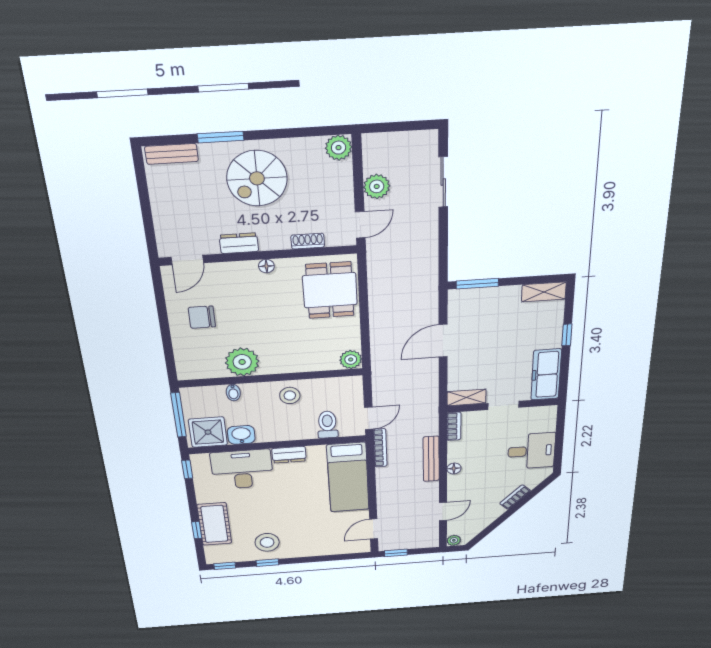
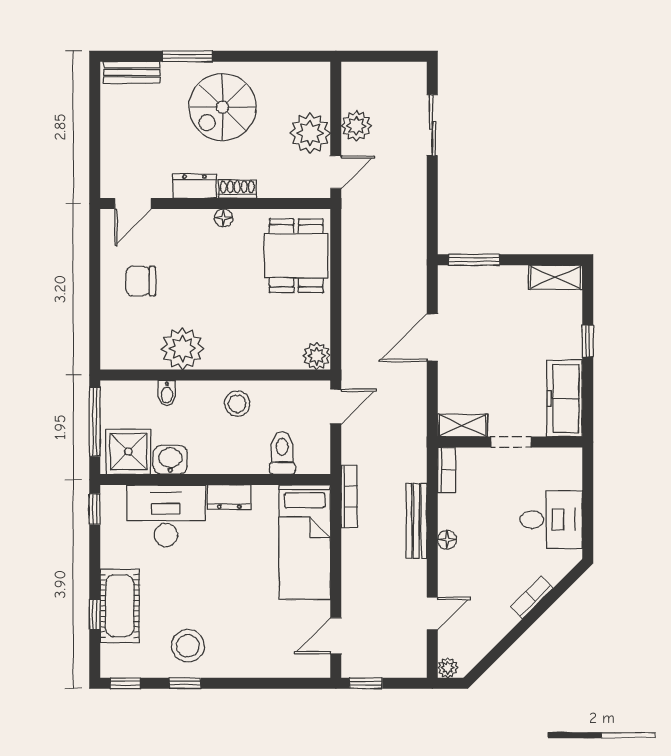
plant: (339, 148) -> (310, 133), moved, width x1.36, depth x1.36
shoe rack: (308, 241) -> (237, 189), moved
door: (369, 418) -> (336, 407), moved

